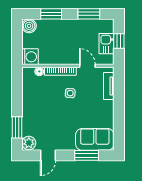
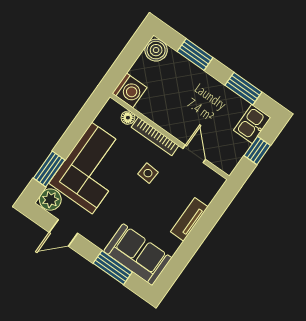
kitchen sink: (106, 44) -> (252, 124), moved
tv unit: (109, 86) -> (189, 219), moved
corner sofa: (39, 111) -> (92, 168), added

